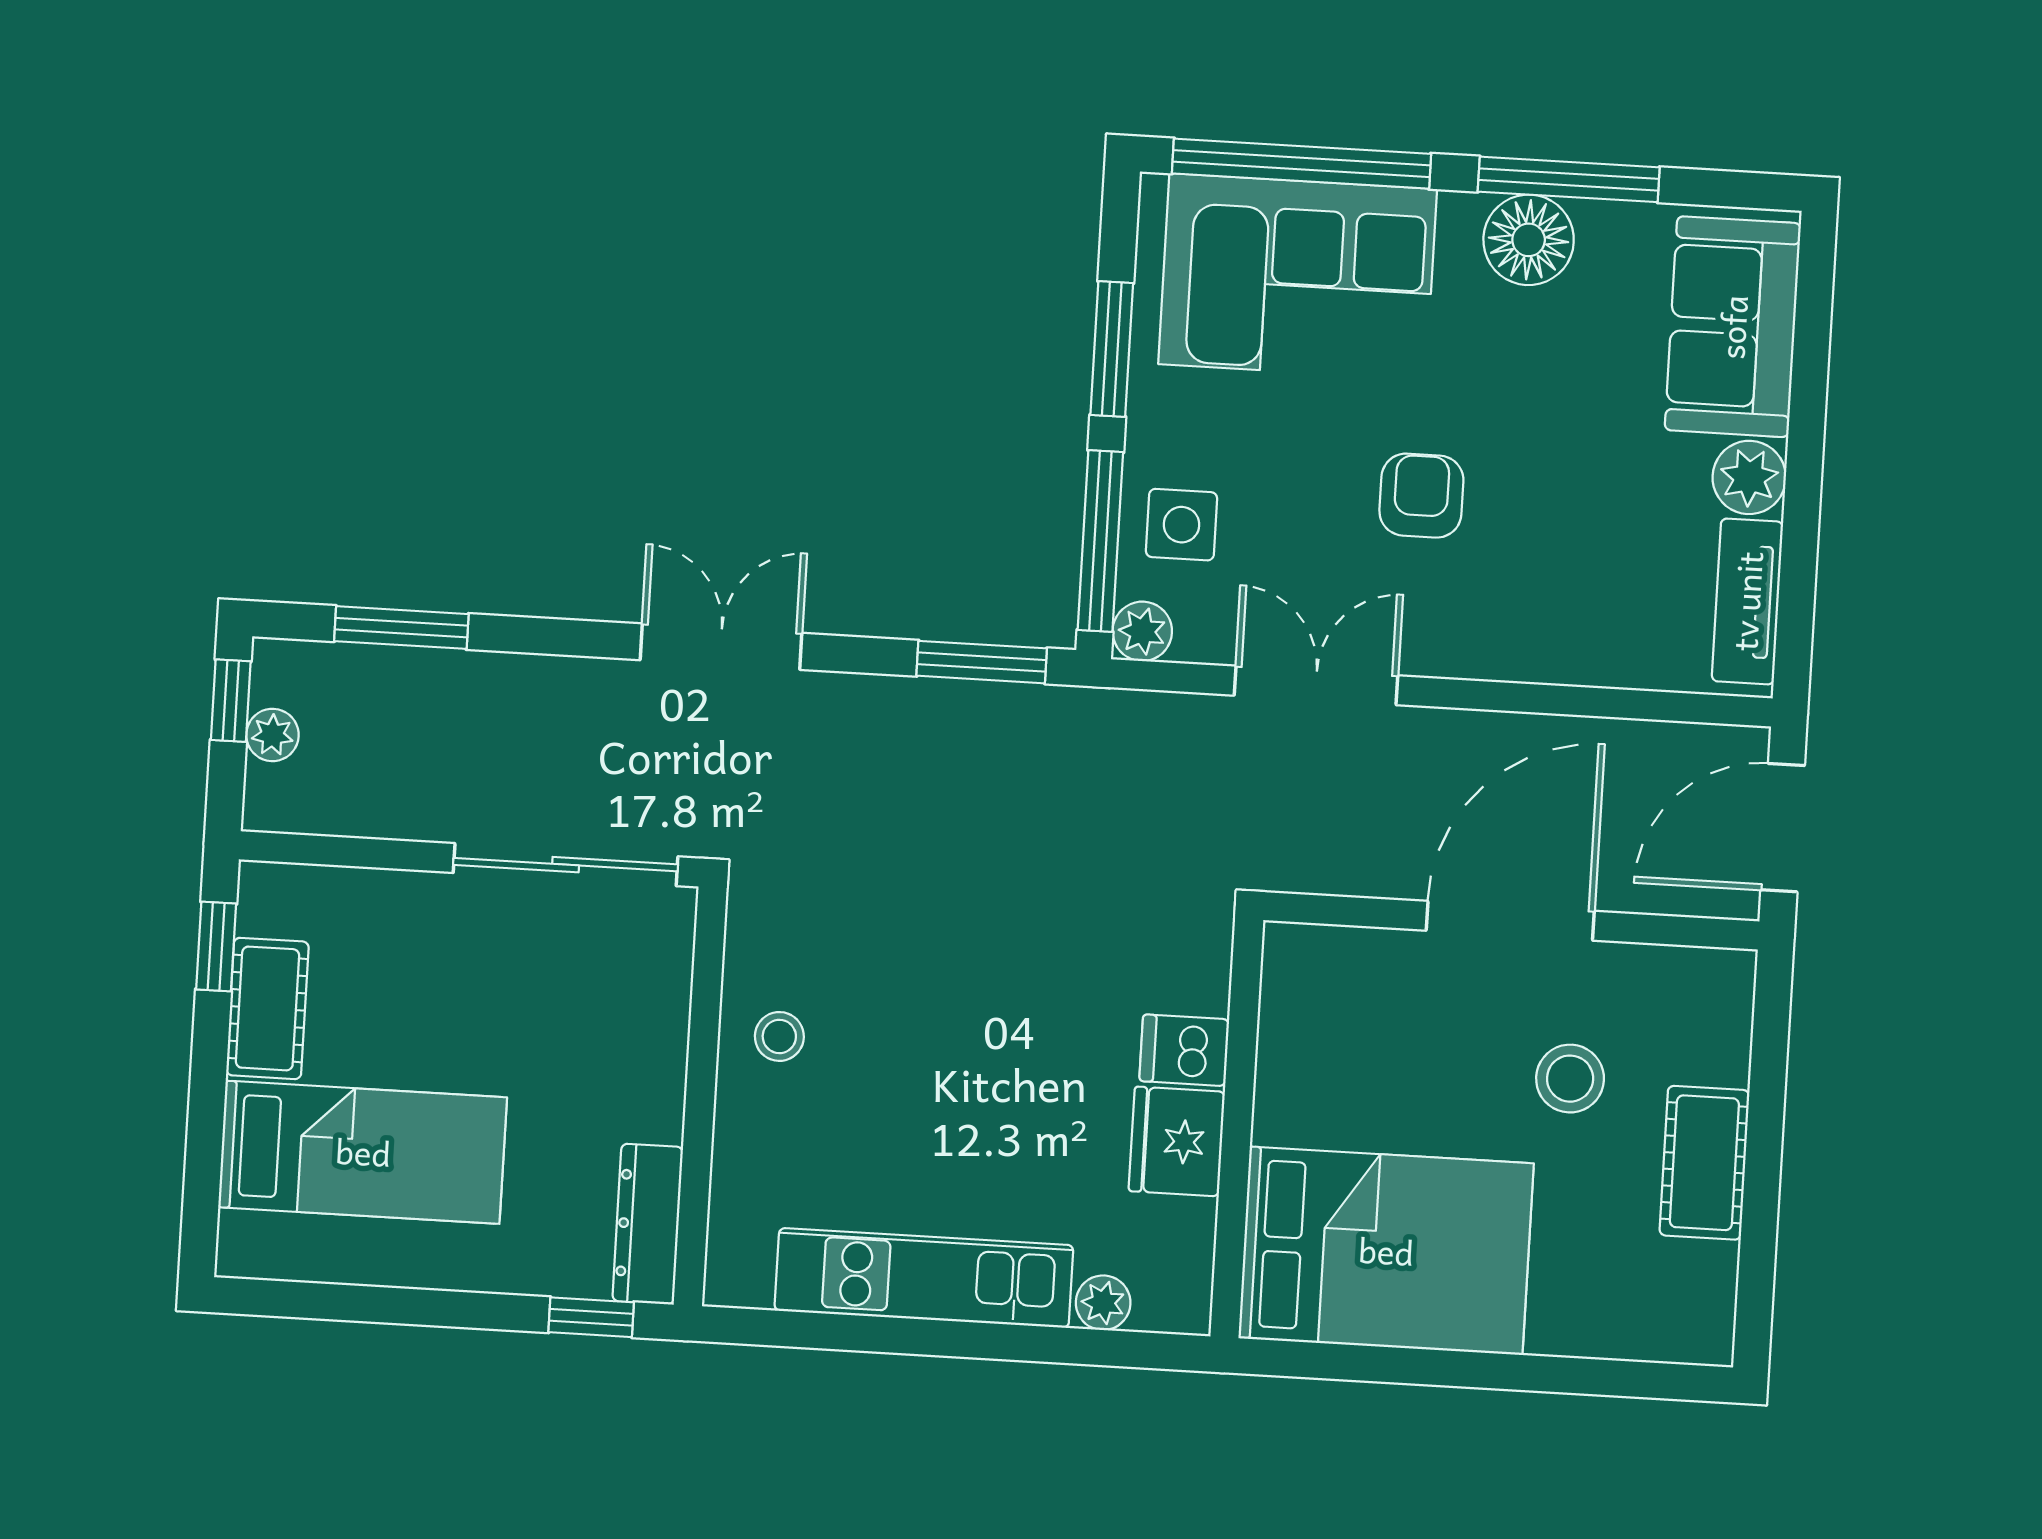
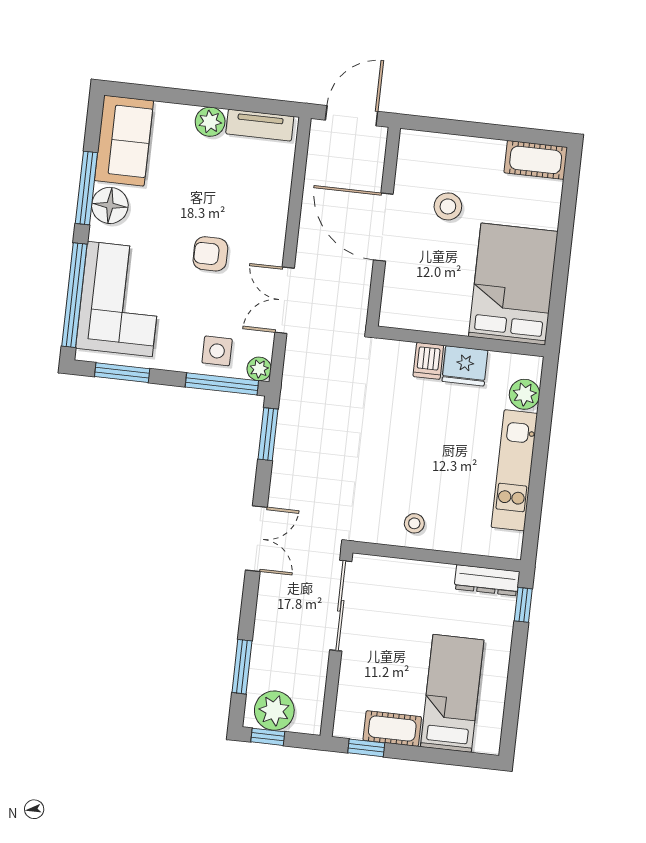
sofa: (1733, 327) -> (124, 141), moved, turned -90
window: (1112, 349) -> (122, 373), moved
double door: (721, 647) -> (256, 539), swing flipped
plant: (272, 735) -> (274, 711), width x1.88, depth x1.88
door: (1783, 828) -> (352, 116), swing flipped
cot: (1704, 1163) -> (536, 160), moved
plant: (1103, 1303) -> (525, 394), width x1.38, depth x1.38

